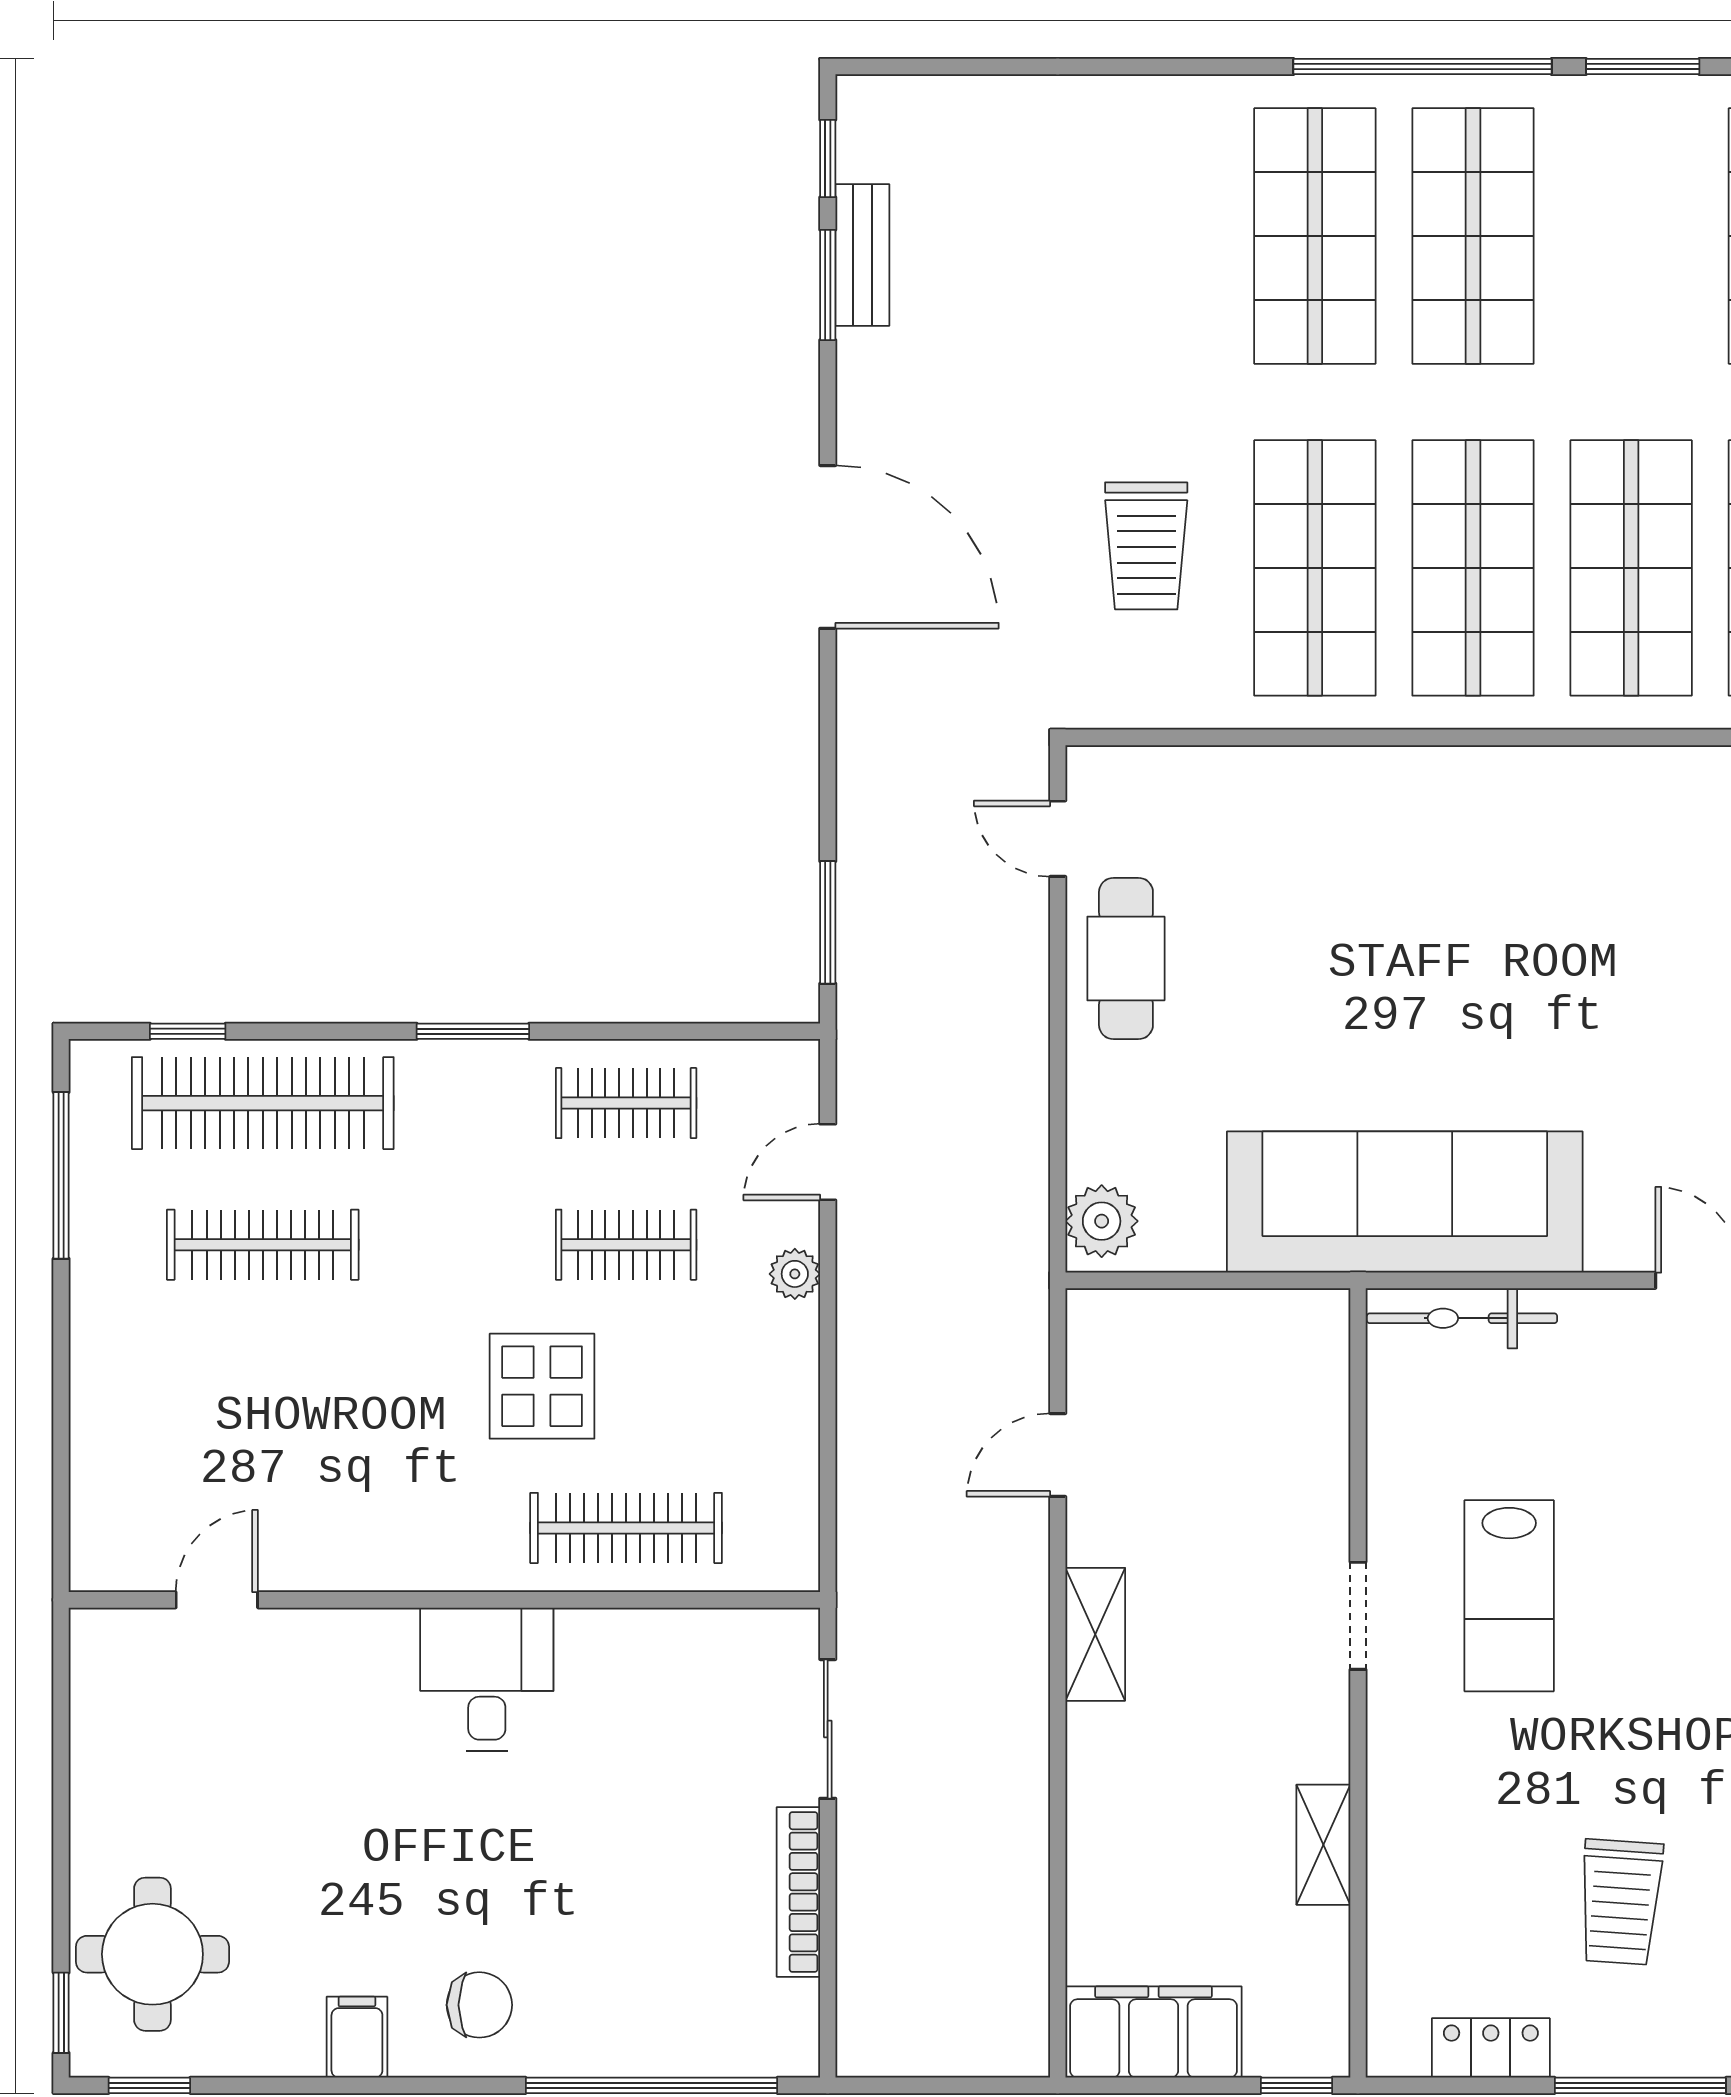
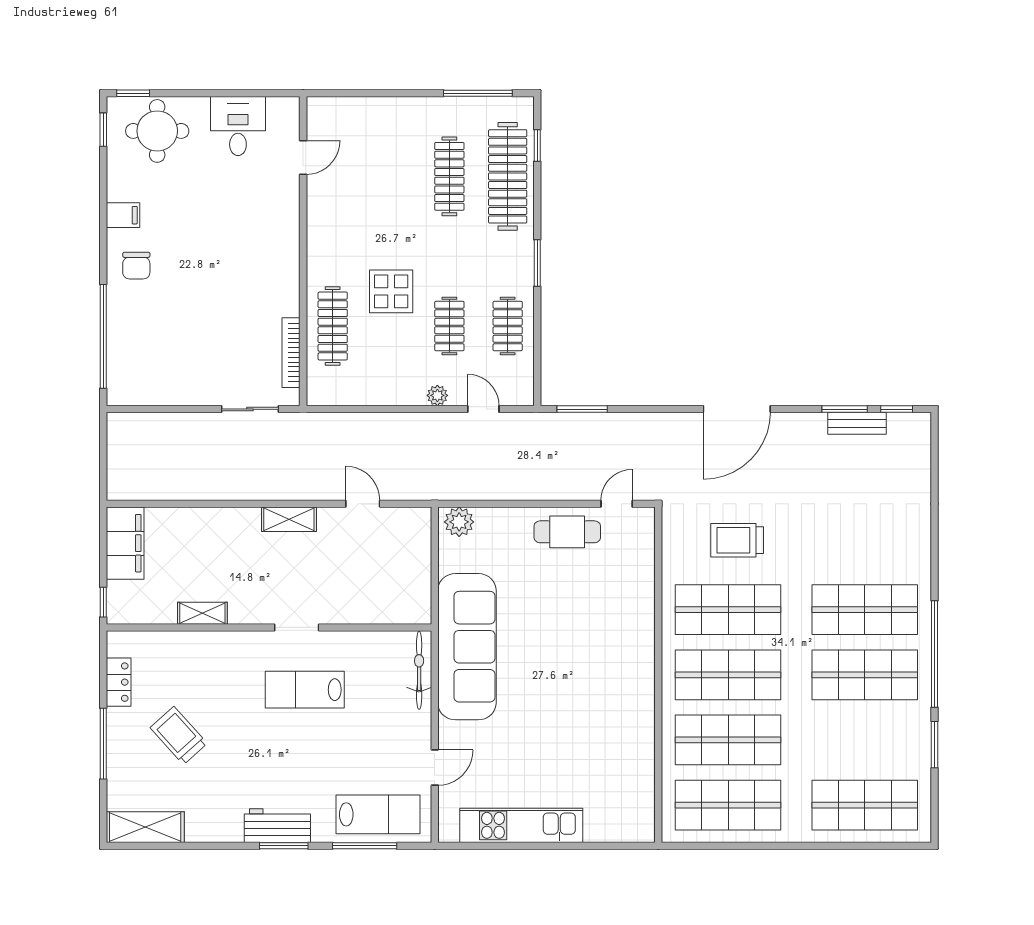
door: (217, 1600) -> (303, 157), hinge flipped
desk: (487, 1679) -> (238, 126), moved, turned -90
bookcase: (798, 1892) -> (291, 353), moved, turned -90
trolley: (1620, 1902) -> (179, 736), turned 44

